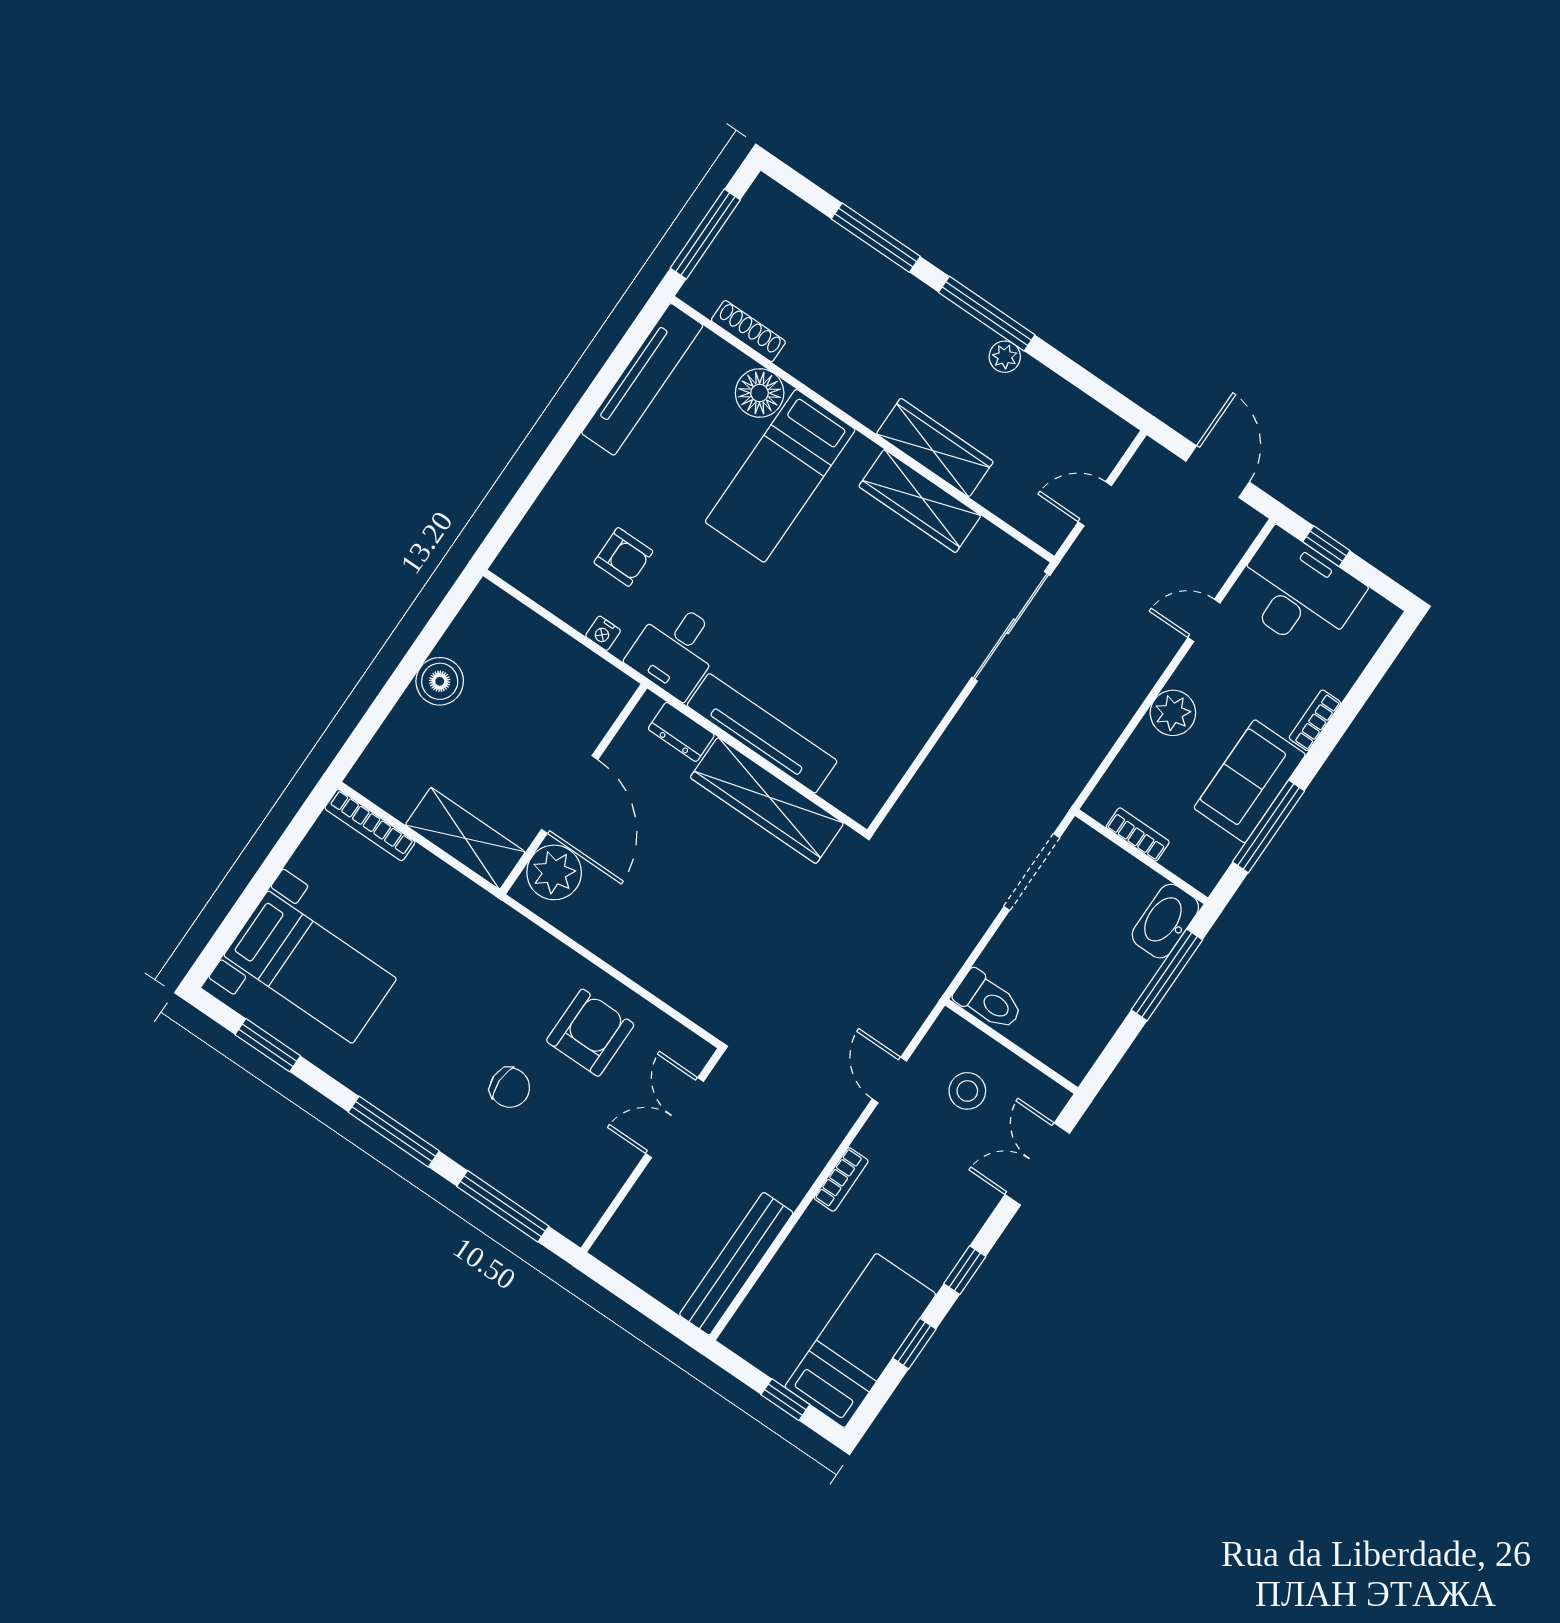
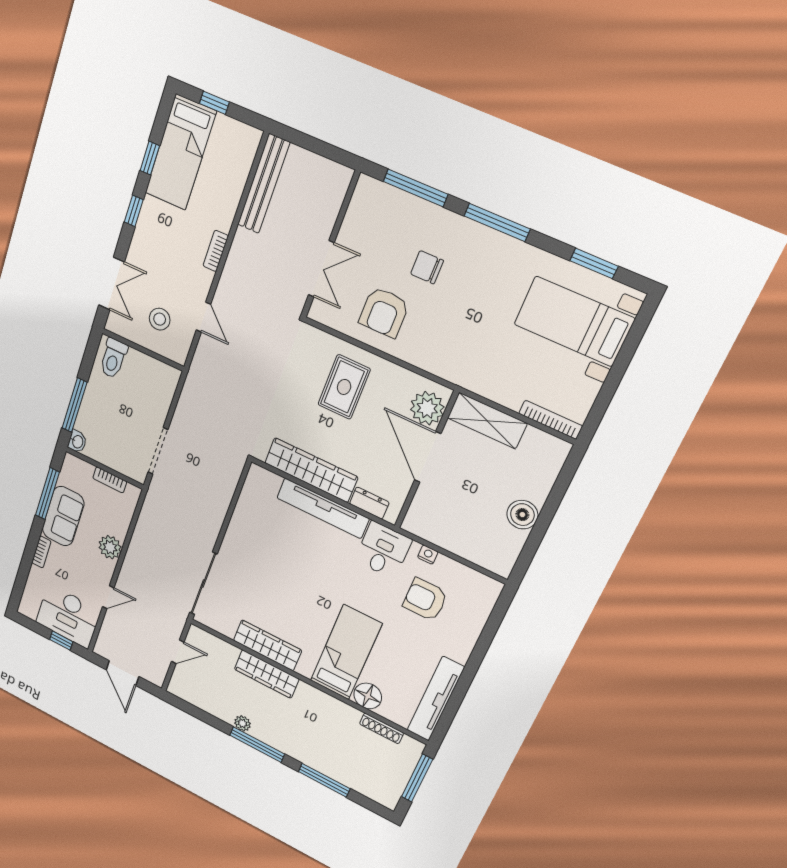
armchair: (623, 557) -> (425, 599), width x1.38, depth x1.38
washbasin: (1165, 921) -> (77, 442), width x0.52, depth x0.69
rug: (680, 928) -> (344, 387), added
toilet: (988, 1000) -> (113, 358), moved, turned -90

